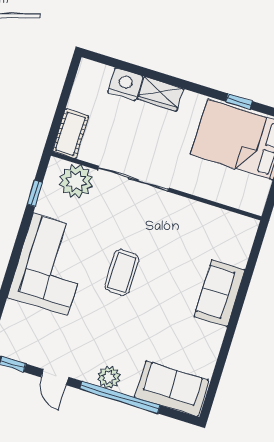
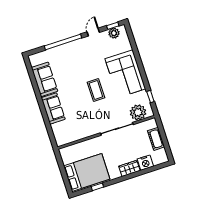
cot: (70, 134) -> (156, 139), moved
door: (55, 377) -> (93, 32), hinge flipped
plant: (109, 377) -> (114, 33), moved
sofa: (172, 389) -> (45, 79), moved, turned -90

